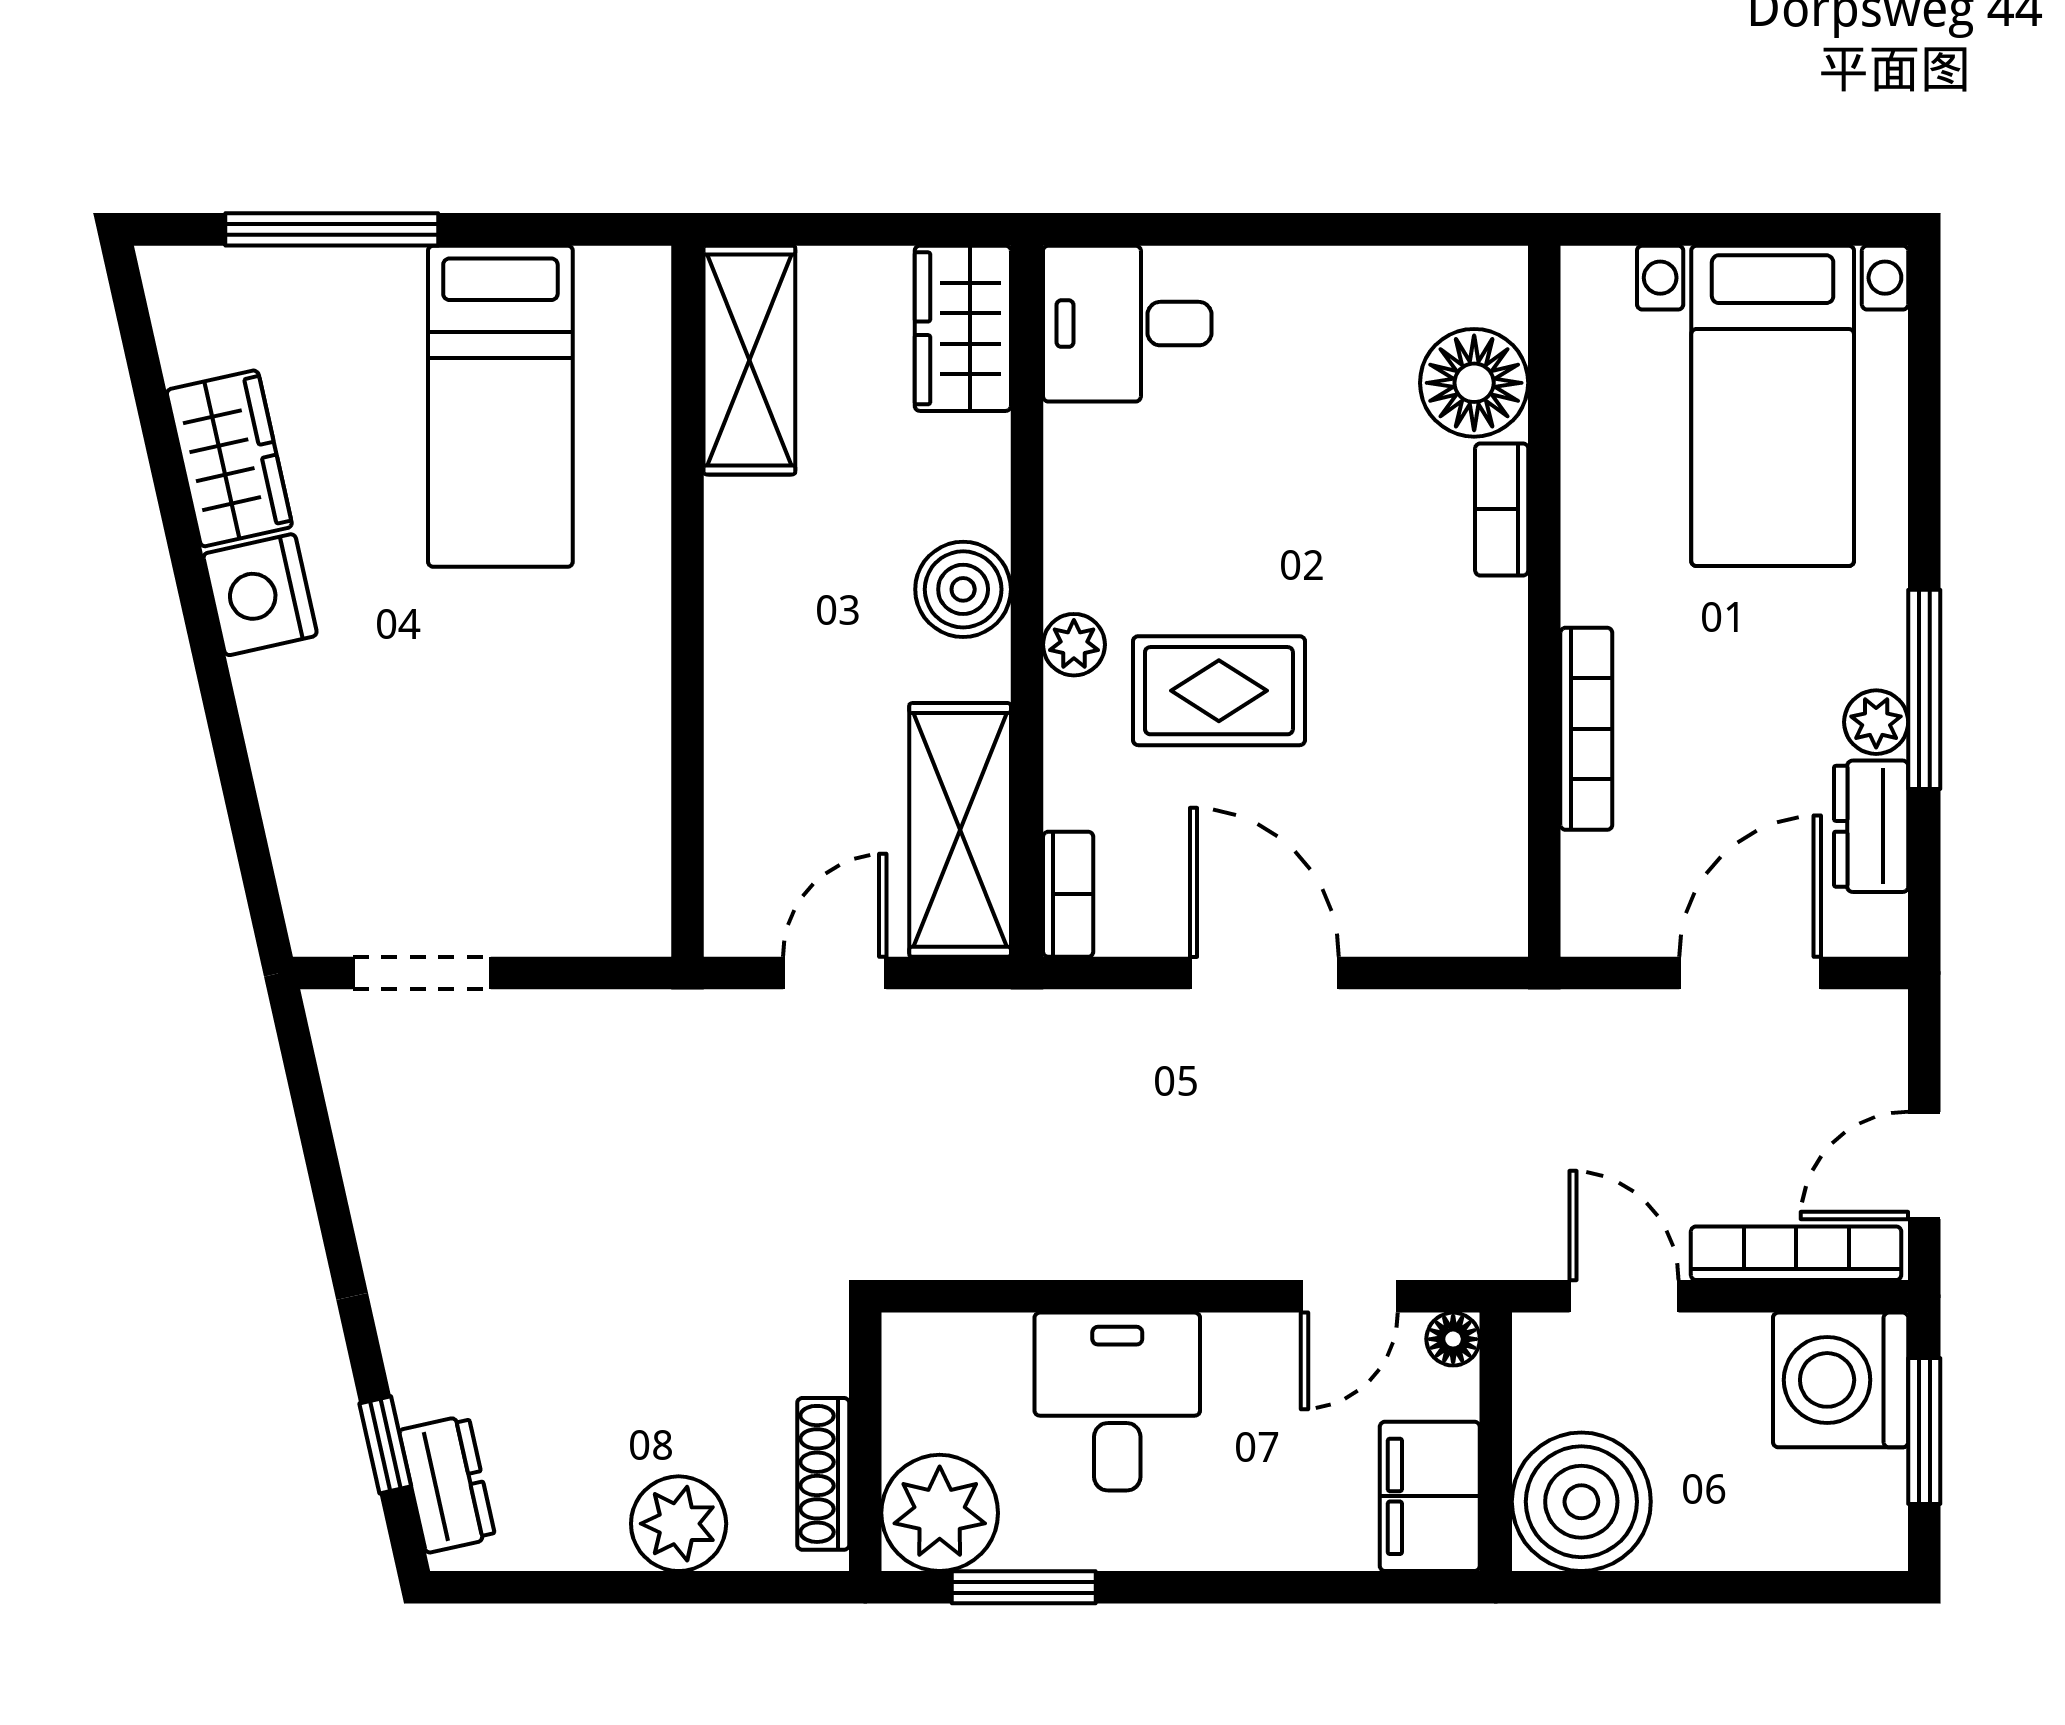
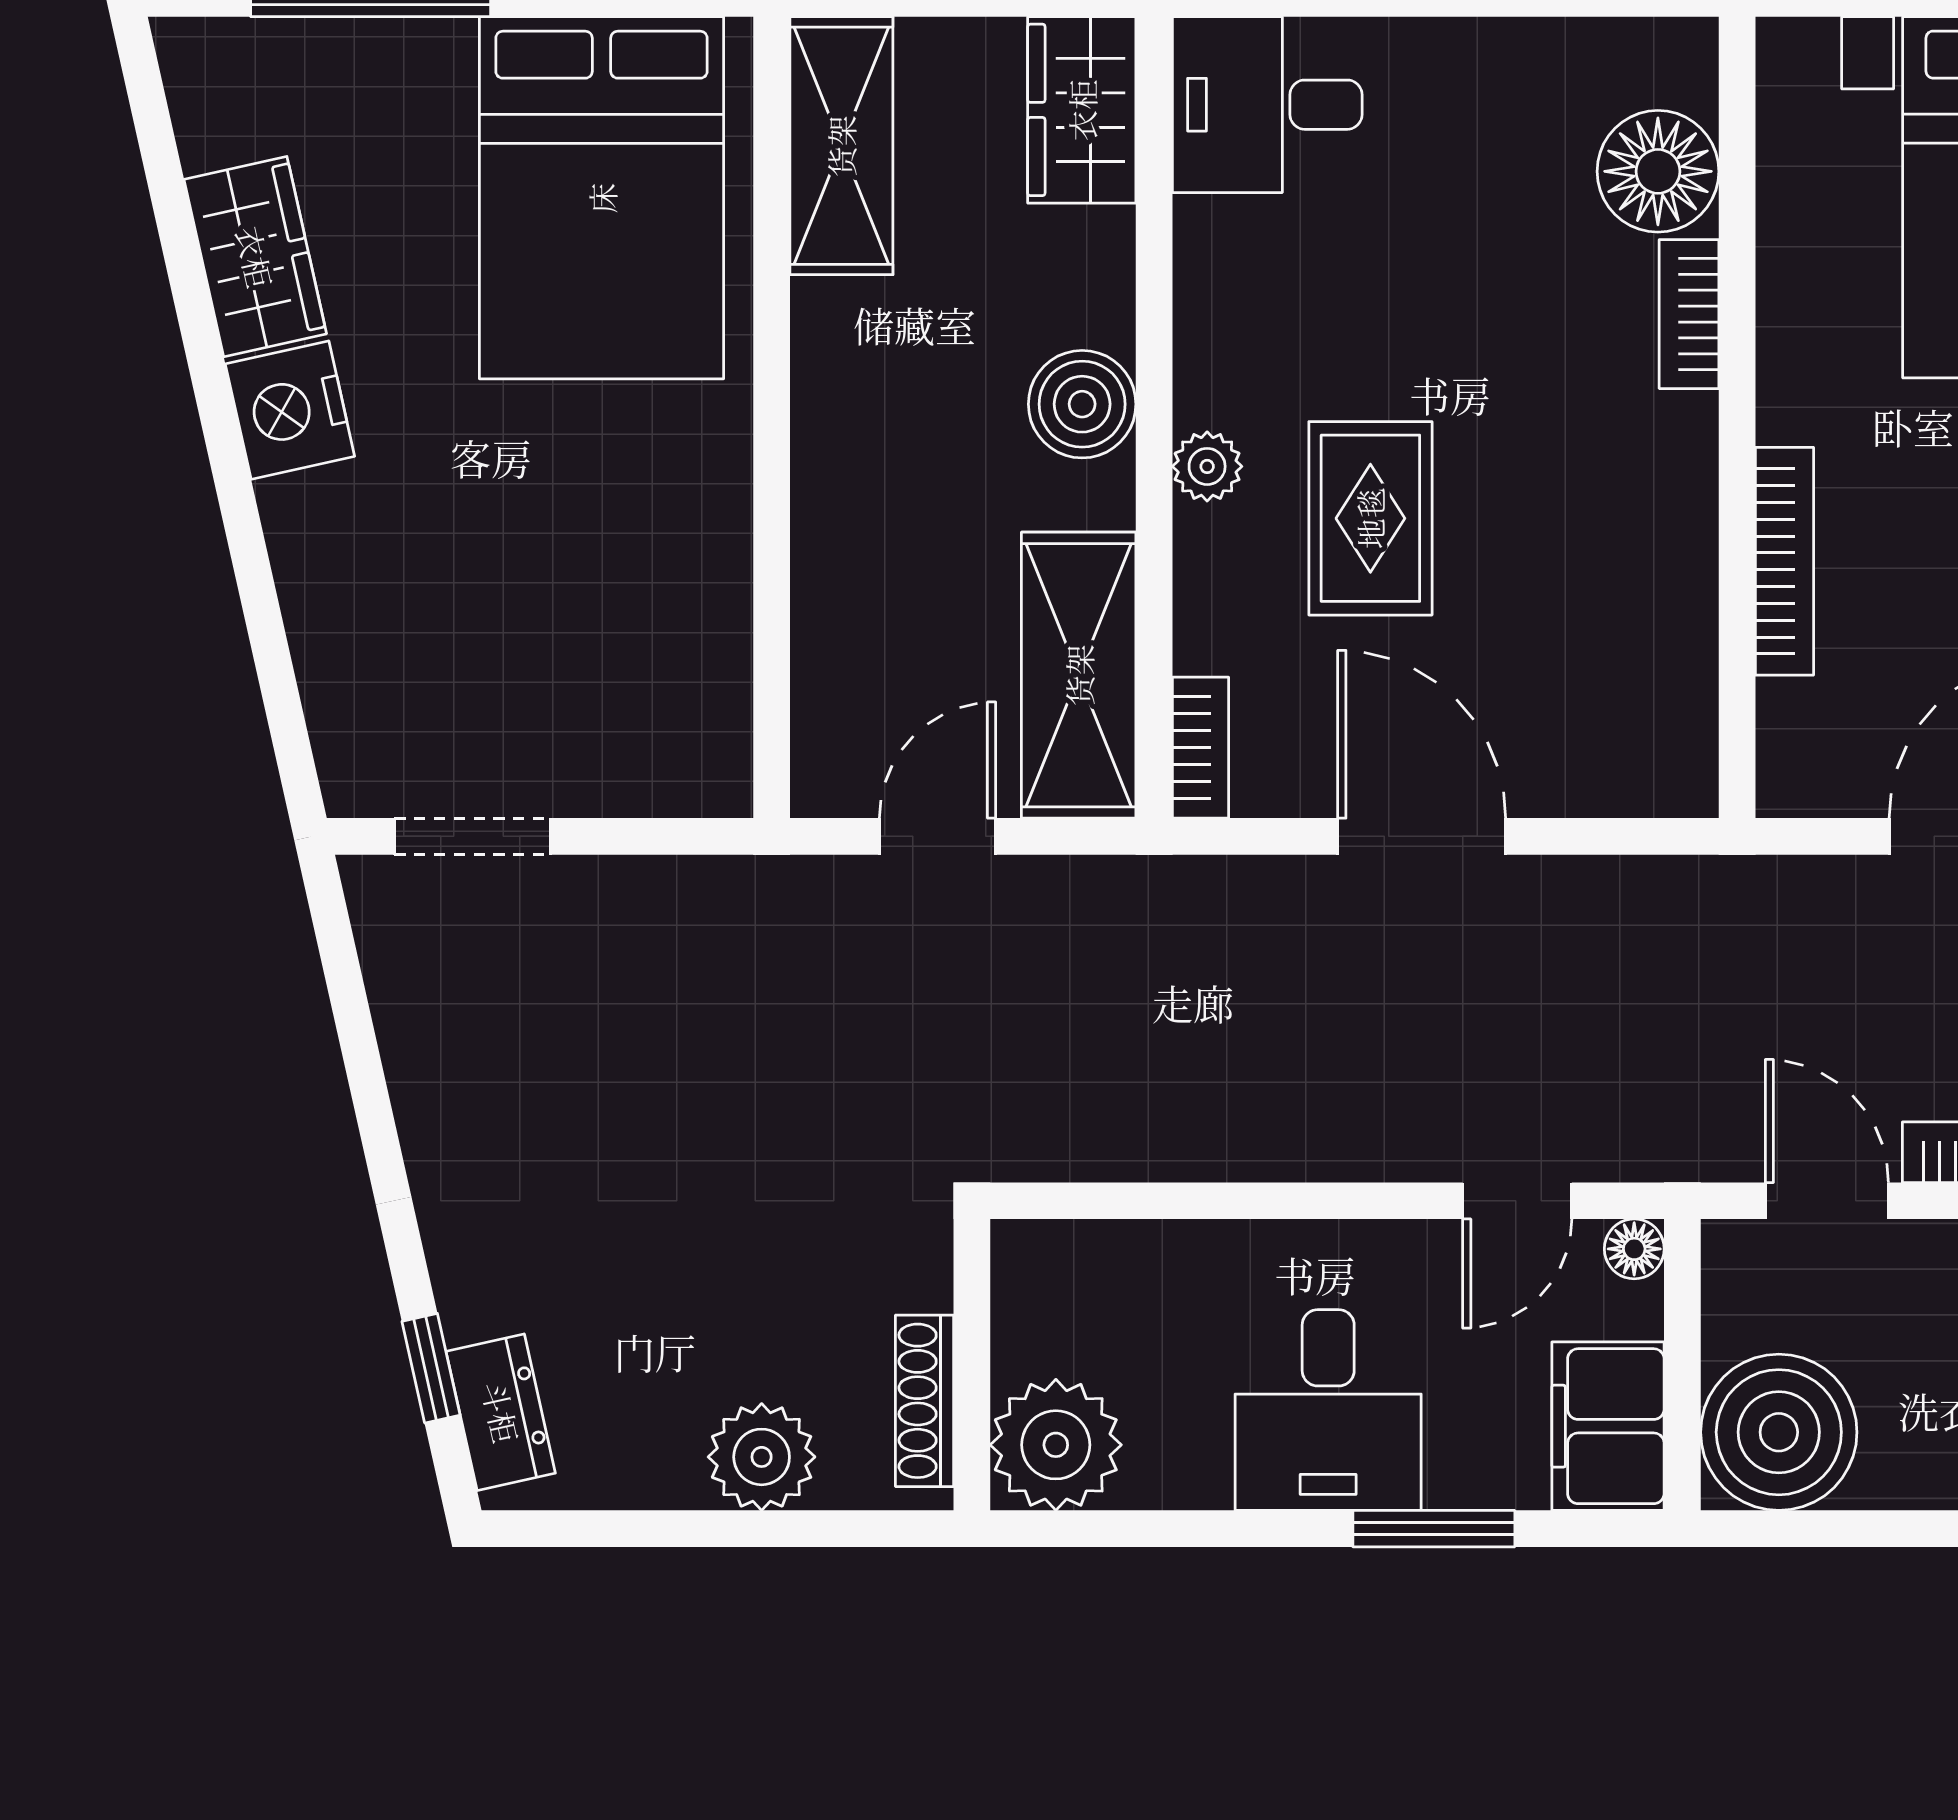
bed: (500, 406) -> (602, 198), width x1.50
rug: (1219, 691) -> (1370, 518), turned 90
desk: (1117, 1402) -> (1328, 1410), moved, turned 180
window: (1024, 1587) -> (1434, 1529), moved

